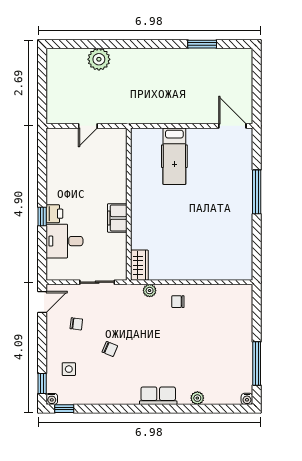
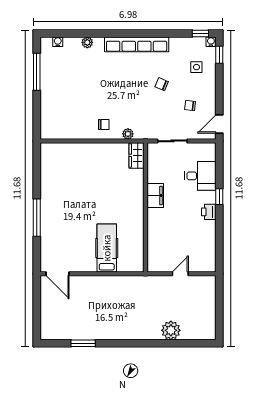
printer: (54, 214) -> (209, 212), moved
row of seats: (158, 396) -> (137, 44), width x2.02
water cooler: (247, 399) -> (58, 42), moved

